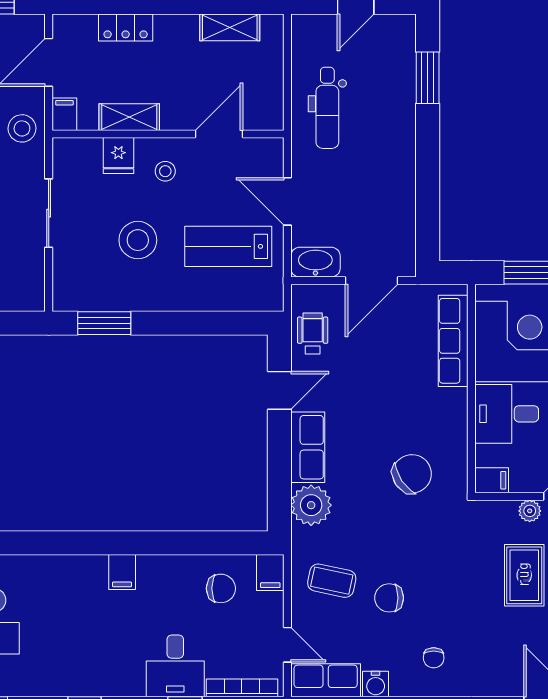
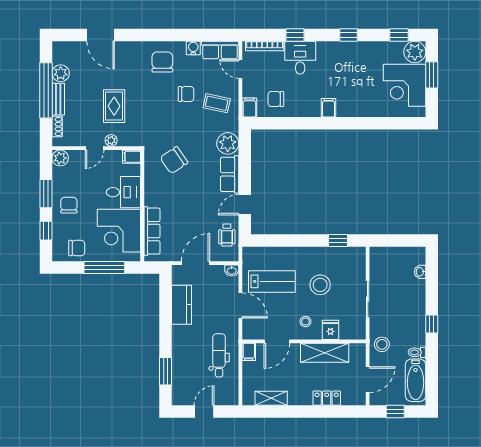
filing cabinet: (64, 114) -> (249, 352), moved
shelving: (129, 117) -> (325, 353), width x1.50, depth x1.33
kitchen counter: (398, 203) -> (182, 305), added
washbasin: (315, 262) -> (232, 271), width x0.52, depth x0.69
window: (104, 323) -> (338, 240), width x0.67
chair: (434, 658) -> (162, 62), width x1.87, depth x1.87

